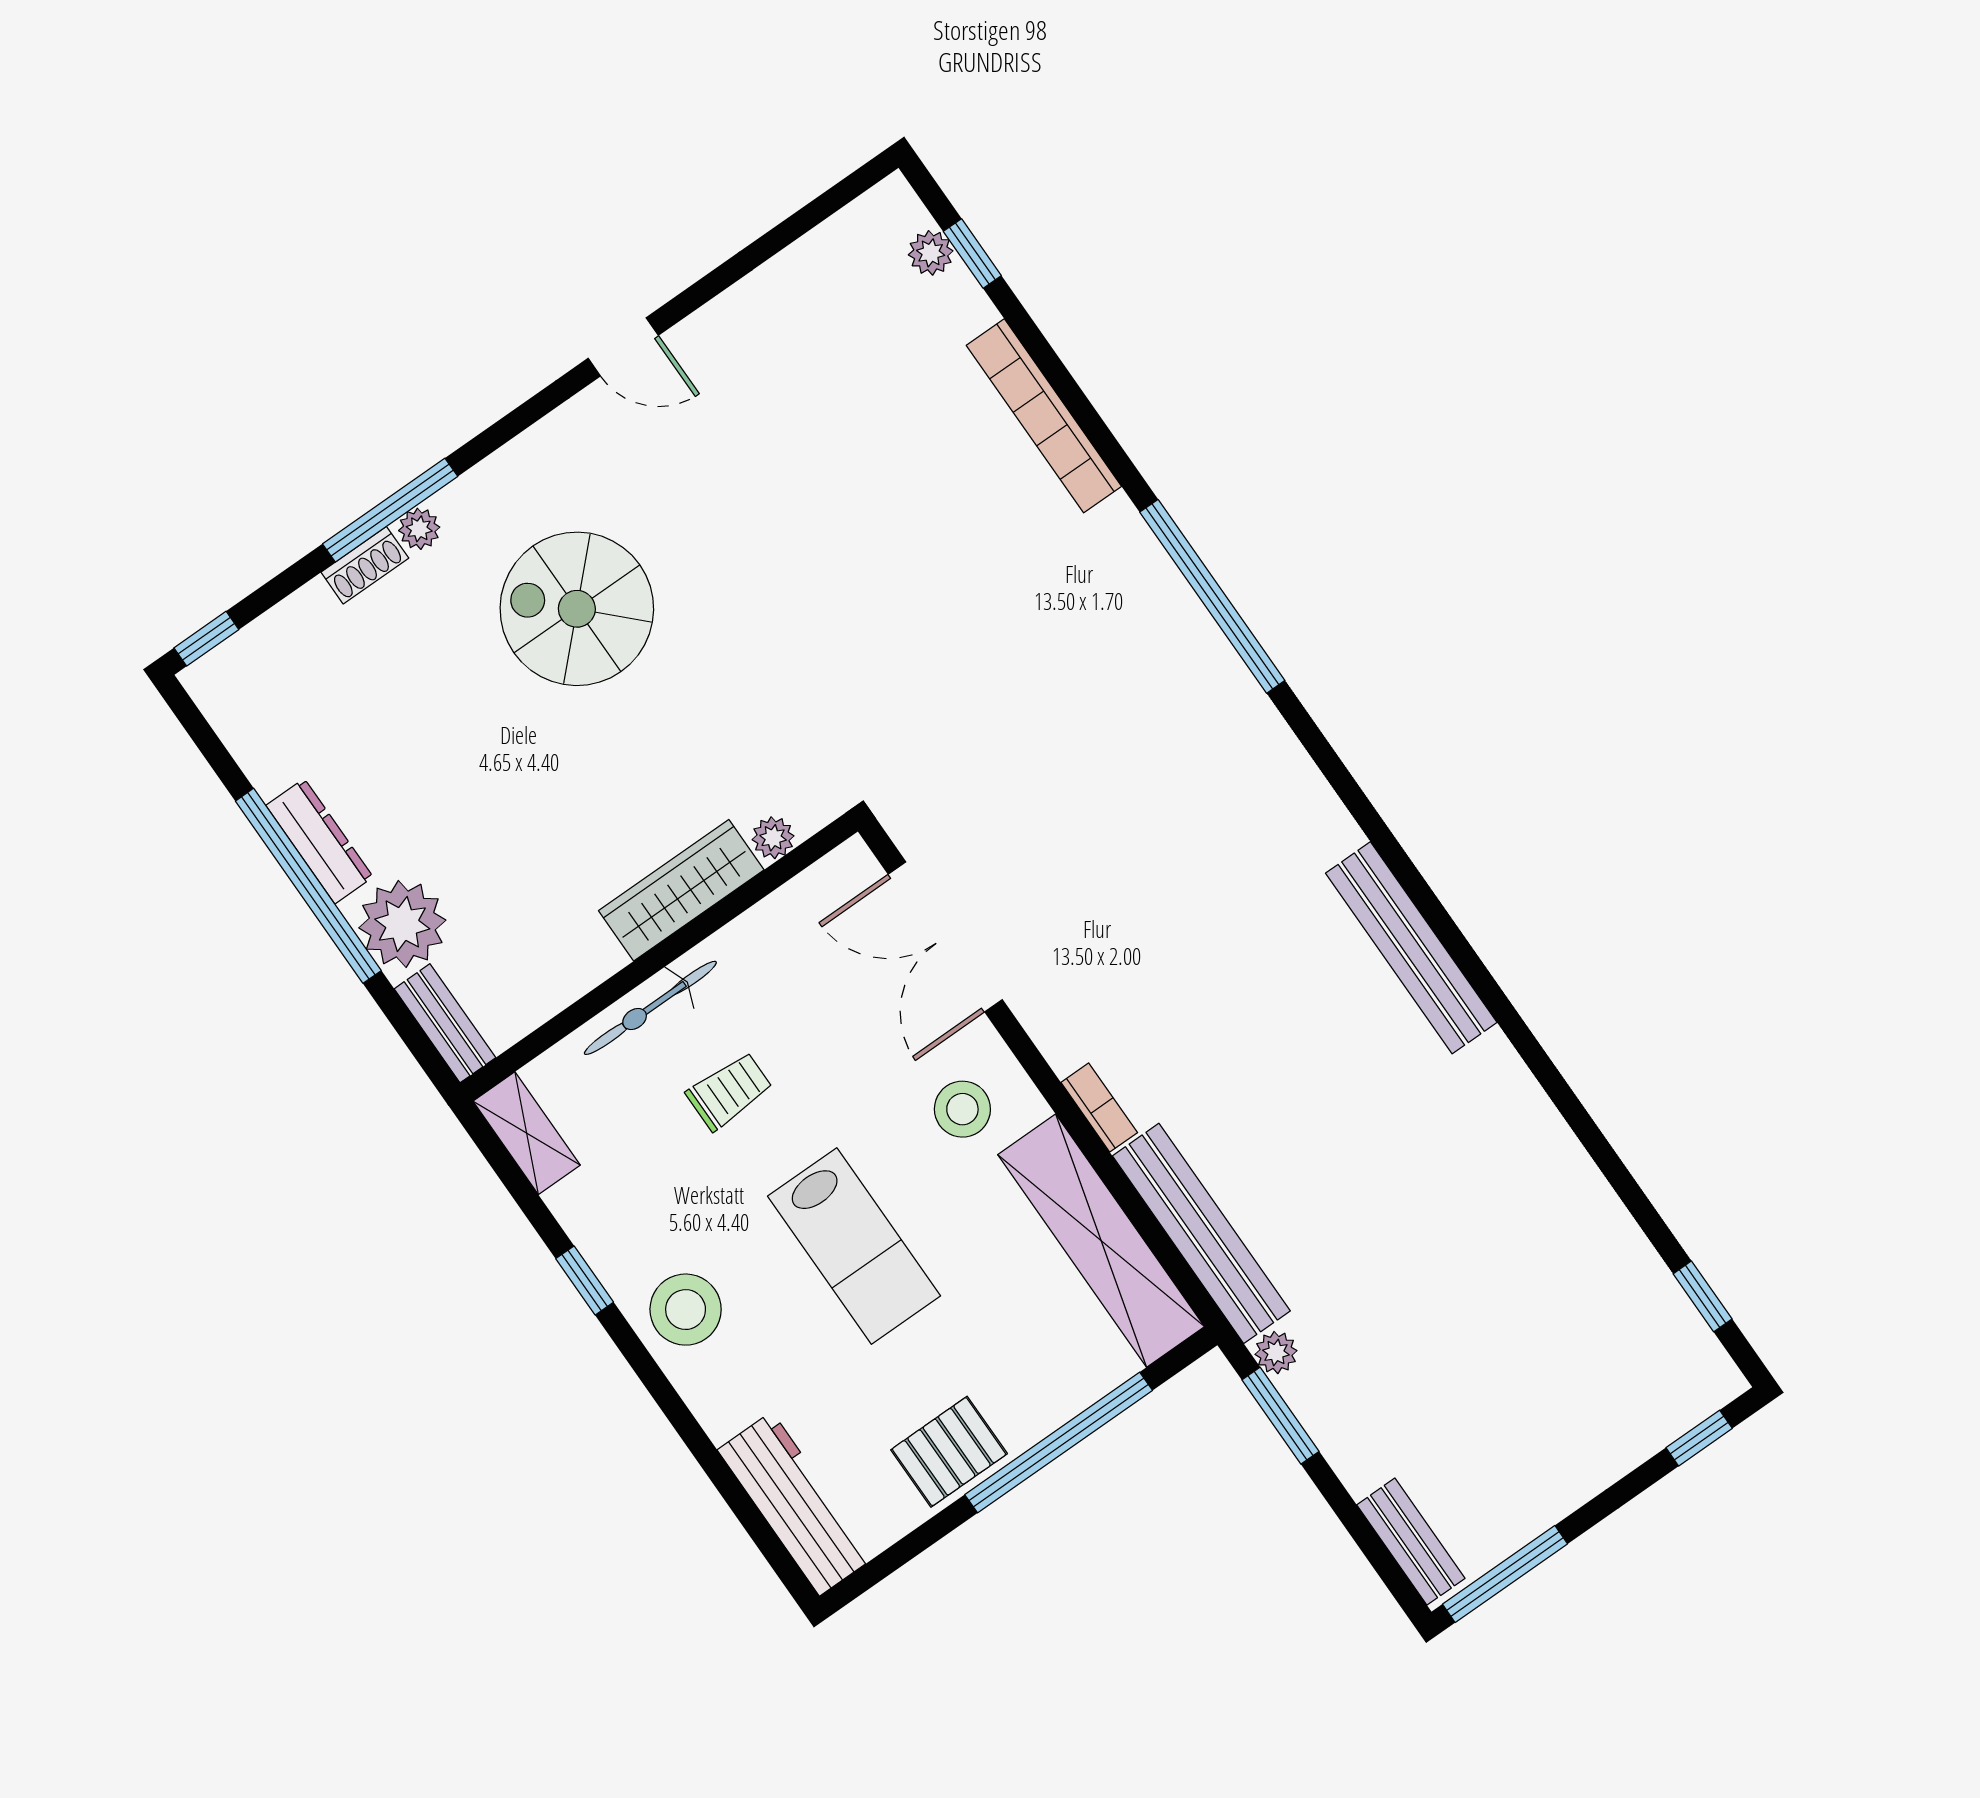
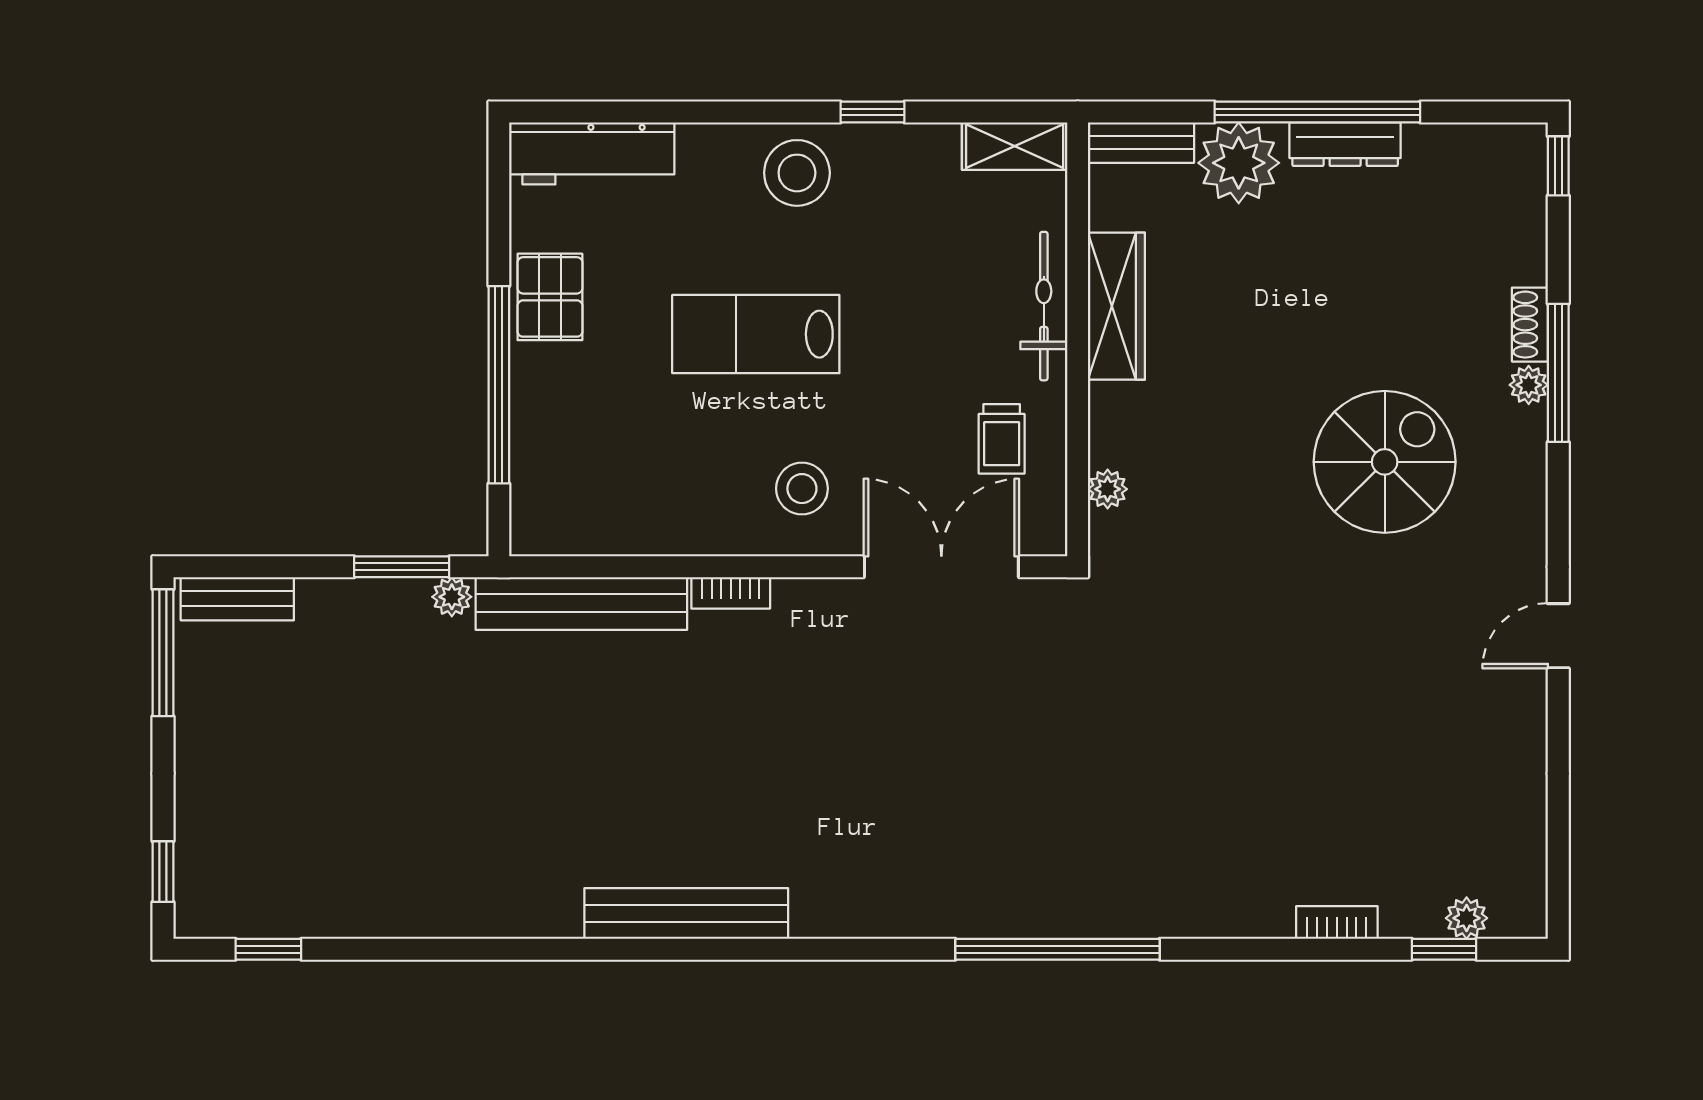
bookcase: (1044, 416) -> (1337, 923), width x0.43, depth x0.76
wardrobe: (681, 890) -> (1116, 306), moved
trolley: (729, 1091) -> (1002, 439), moved
shelving: (1101, 1241) -> (629, 524), removed

